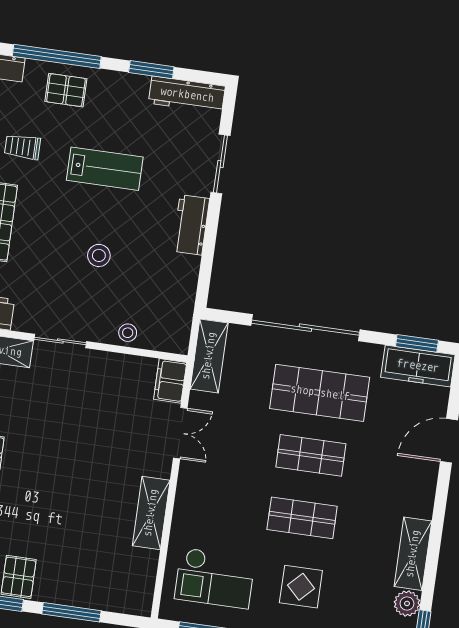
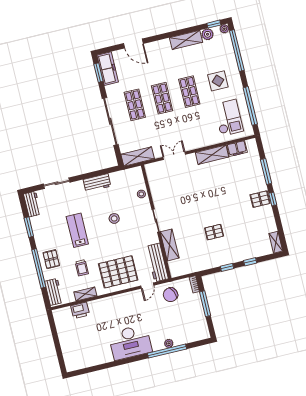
workbench: (187, 95) -> (32, 204), width x0.73
workbench: (191, 225) -> (97, 183), moved
filing cabinet: (170, 381) -> (237, 149), moved
shop shelf: (320, 393) -> (135, 105), width x0.70, depth x0.74

